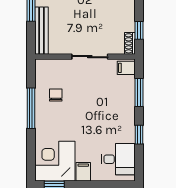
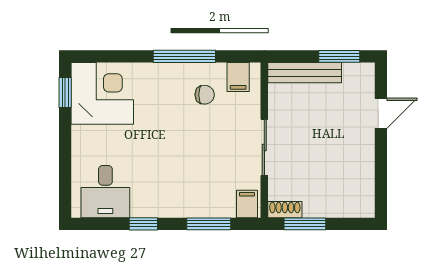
window: (139, 30) -> (305, 224), width x1.50
filing cabinet: (83, 172) -> (238, 77), moved, turned 90

